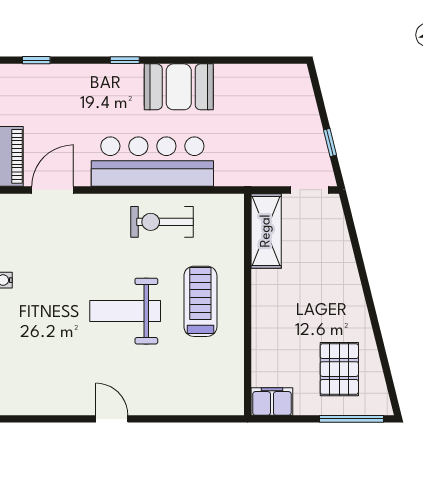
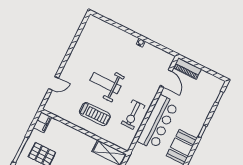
exercise bike: (162, 222) -> (133, 115), turned 180
weight bench: (125, 311) -> (106, 83), turned -90
door: (112, 419) -> (54, 83), moved

